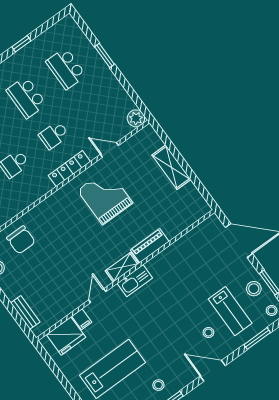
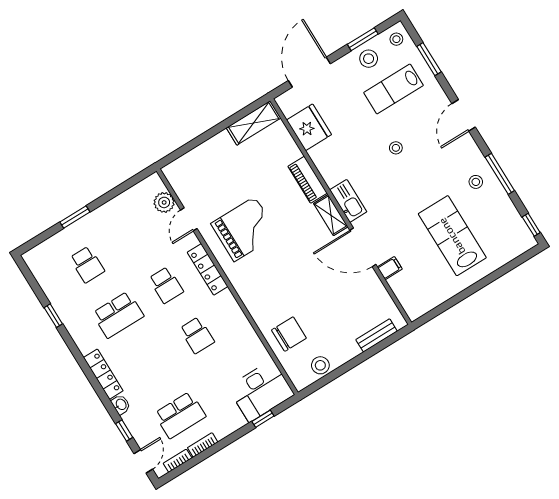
school desk: (66, 68) -> (87, 264), width x0.54
plant: (136, 118) -> (164, 202), moved
shelving: (171, 167) -> (254, 123), moved
grand piano: (105, 197) -> (245, 229), turned 180
door: (97, 296) -> (363, 247), width x1.87
lab bench: (230, 311) -> (393, 89), turned 180
stool: (208, 333) -> (396, 148), moved
fridge: (66, 336) -> (309, 127), moved

